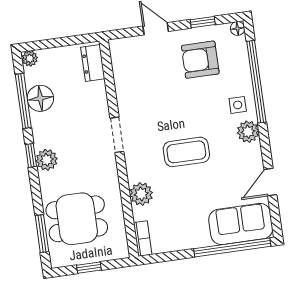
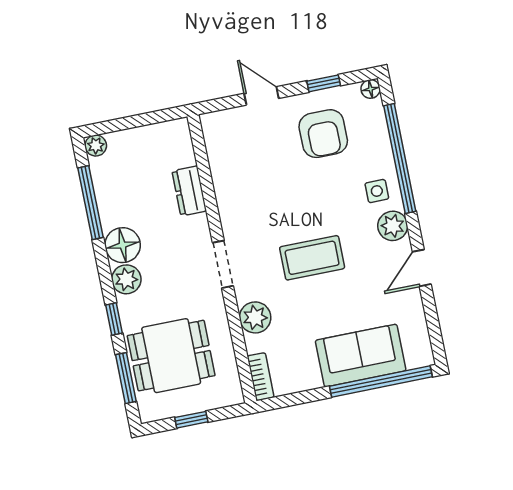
armchair: (200, 60) -> (323, 134), turned -90
dresser: (93, 63) -> (189, 191), moved
floor lamp: (40, 98) -> (123, 245), moved
doorway: (117, 135) -> (223, 264), moved
window: (31, 155) -> (114, 319), moved
door: (270, 182) -> (422, 268), moved
sofa: (241, 224) -> (361, 356), moved

